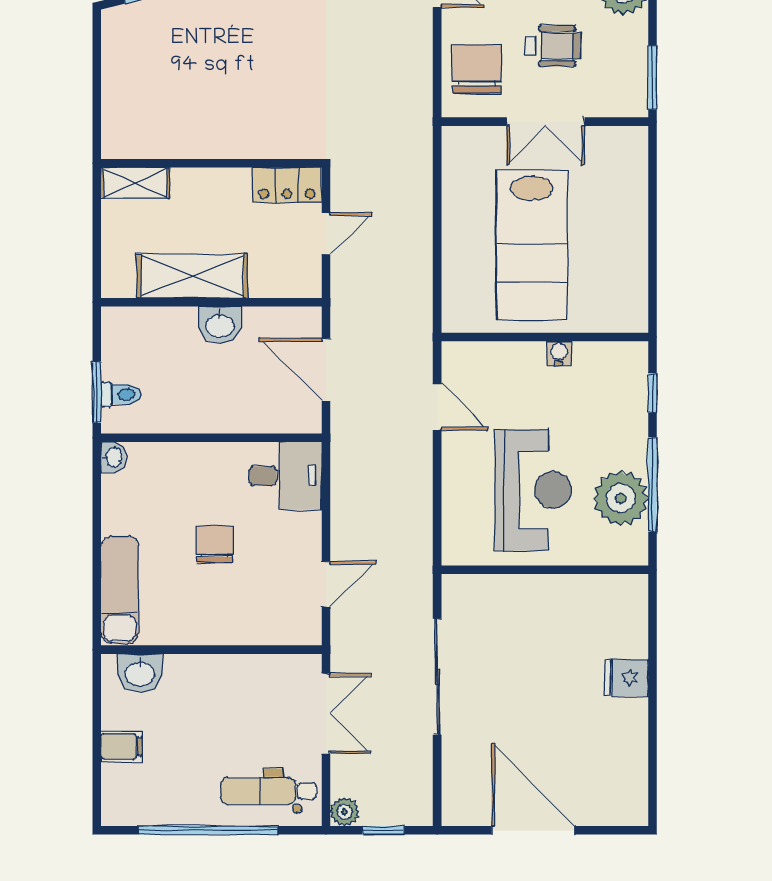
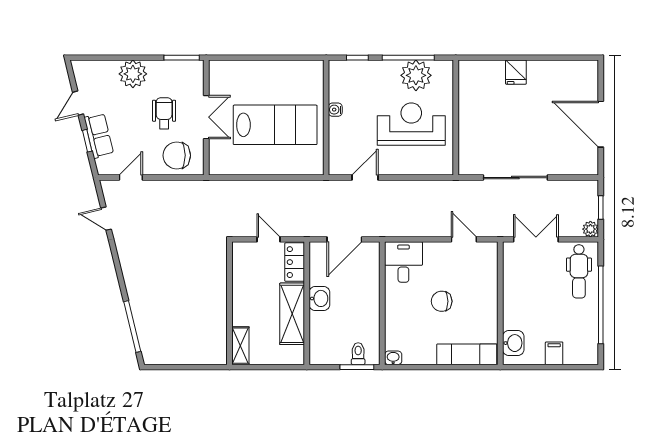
locker: (287, 185) -> (295, 262), moved, turned 180
door: (533, 830) -> (601, 124), hinge flipped

